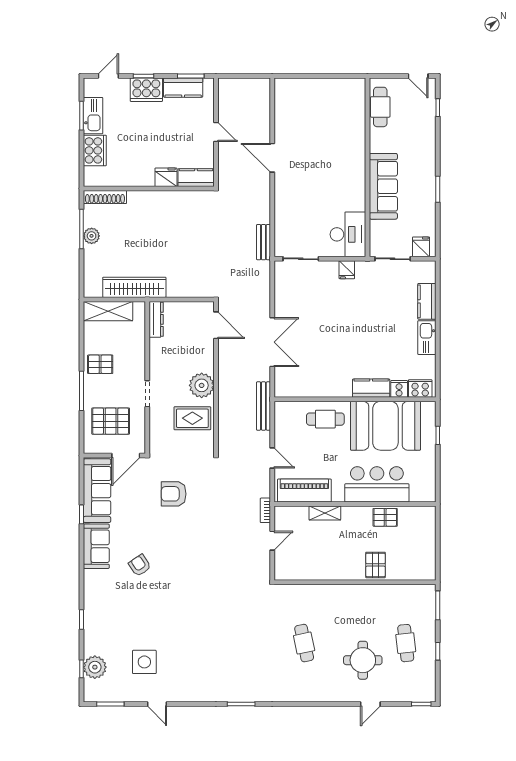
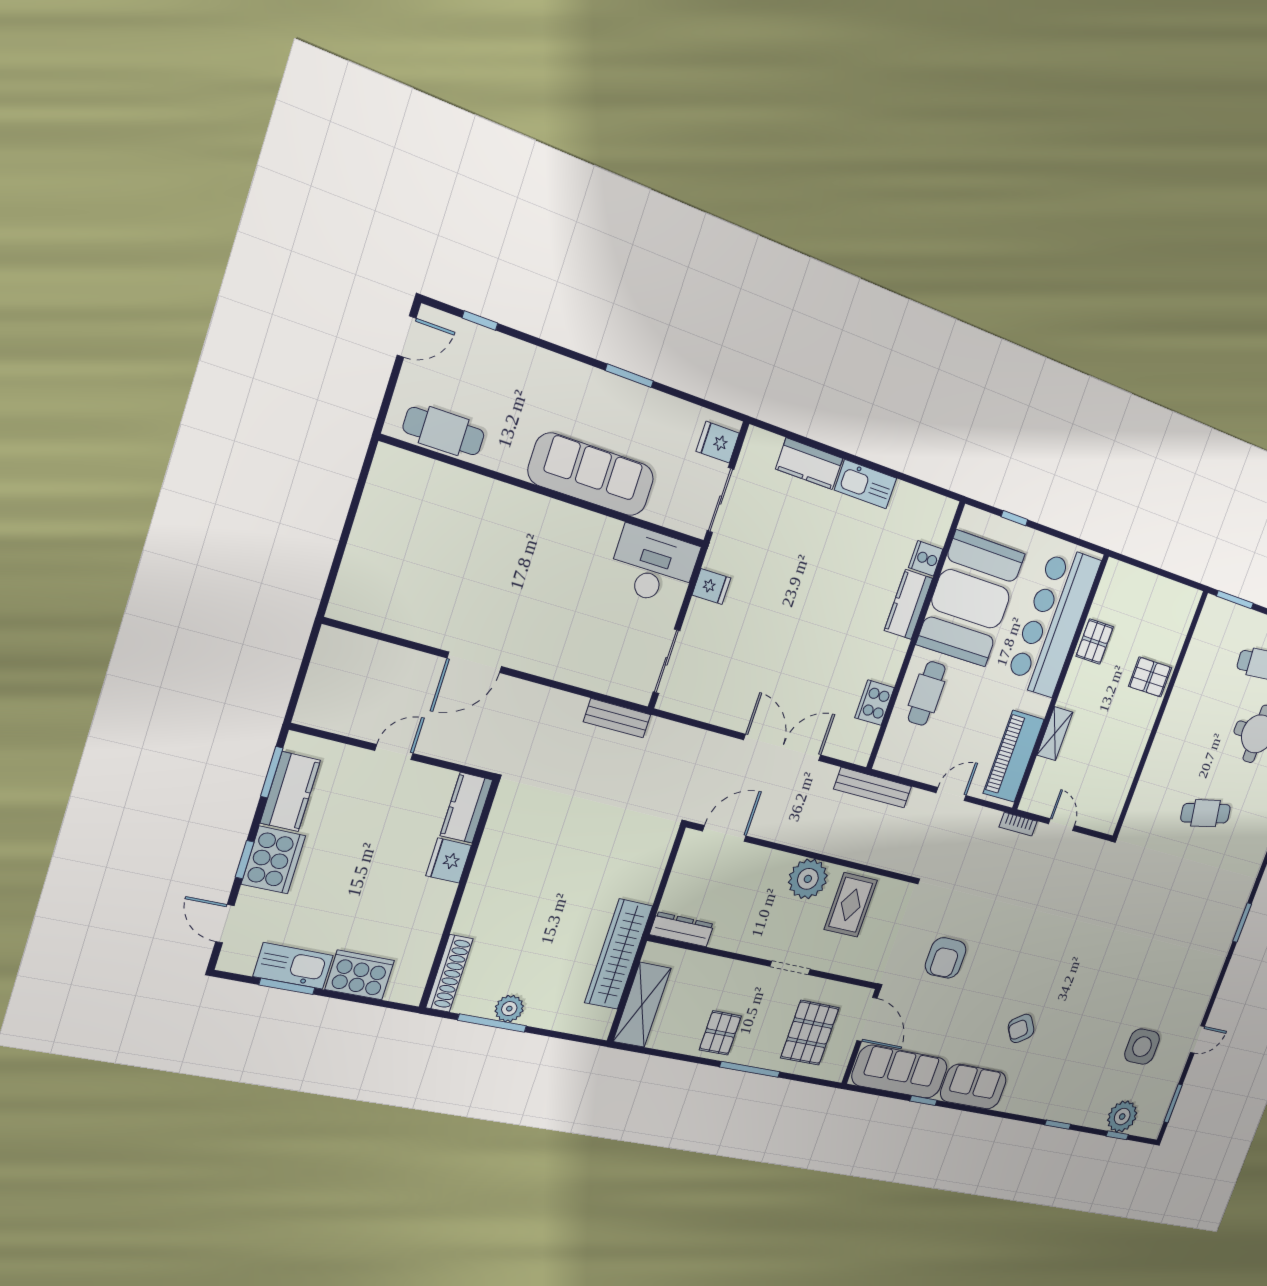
cooker: (420, 388) -> (875, 703), moved
bar counter: (377, 484) -> (1053, 622), width x1.36

